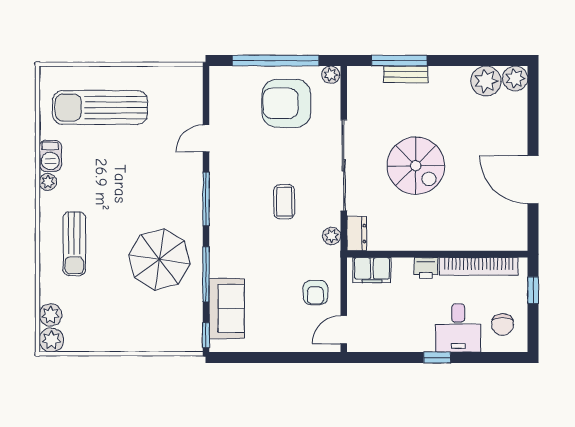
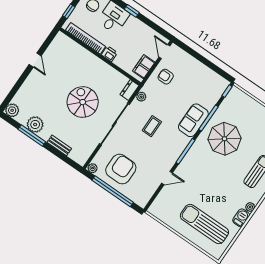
window: (399, 61) -> (32, 136), moved
plant: (486, 81) -> (35, 124), moved
armchair: (286, 103) -> (121, 169), turned -90
sun lounger: (100, 107) -> (204, 224), turned 180
door: (533, 180) -> (35, 60), width x0.53
filing cabinet: (372, 270) -> (144, 67), moved, turned -90
armchair: (315, 292) -> (166, 77), turned -90
sofa: (227, 309) -> (193, 120), moved
door: (344, 330) -> (164, 52), swing flipped

